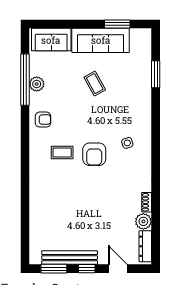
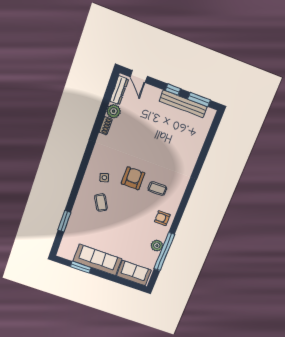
coffee table: (95, 84) -> (101, 203), moved
door: (118, 269) -> (139, 76), moved

